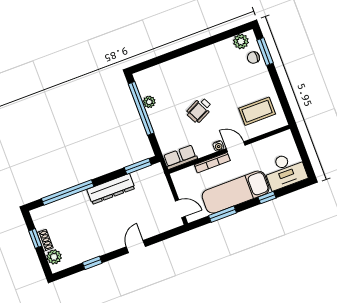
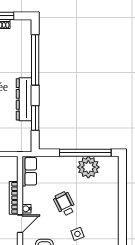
side table: (224, 86) -> (77, 234), added
plant: (149, 102) -> (88, 167), width x1.87, depth x1.87
window: (138, 166) -> (35, 118), moved

